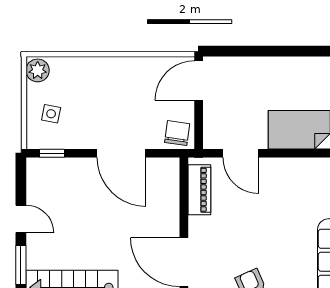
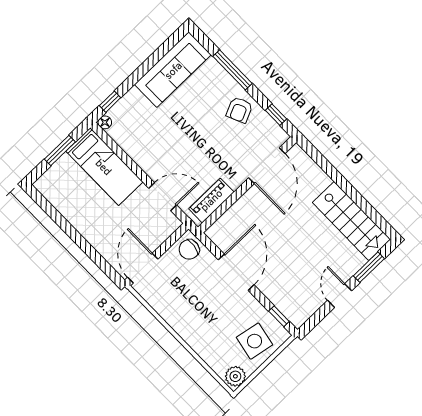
door: (199, 81) -> (143, 268), swing flipped
side table: (51, 114) -> (255, 341), width x1.87, depth x1.87
door: (241, 153) -> (163, 197), hinge flipped

